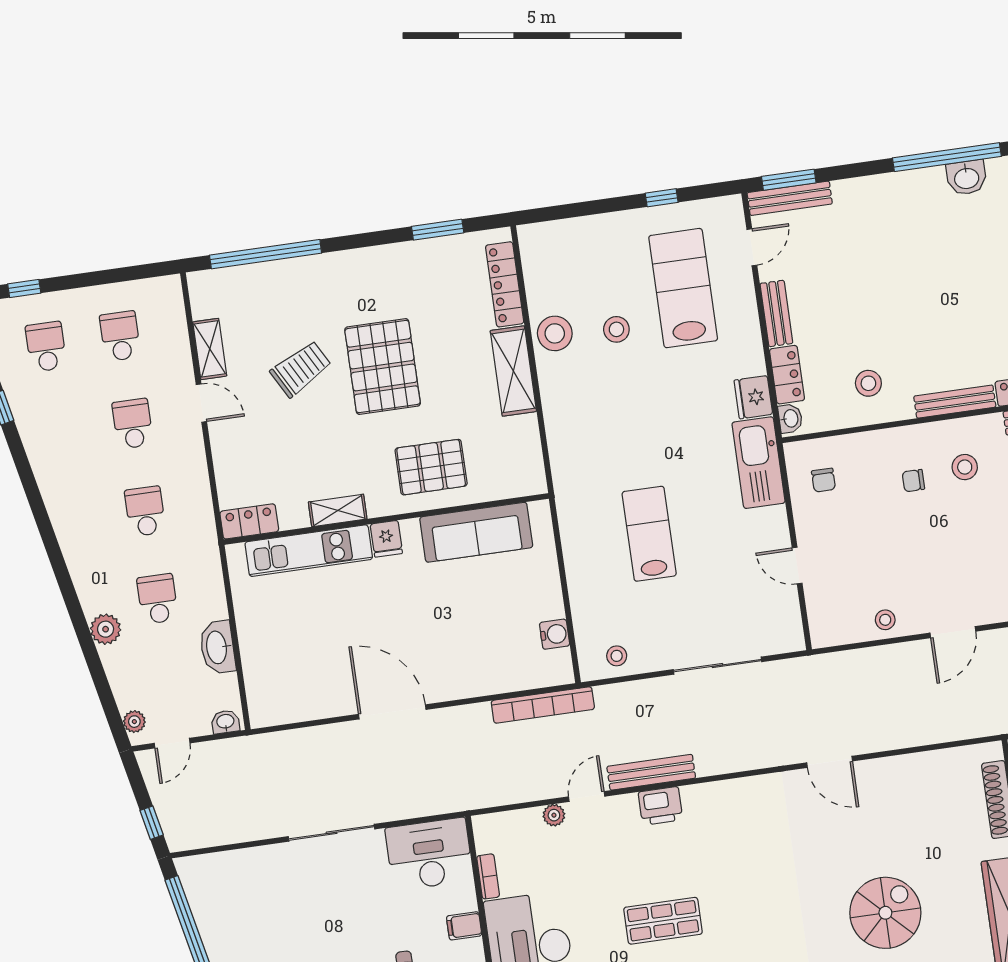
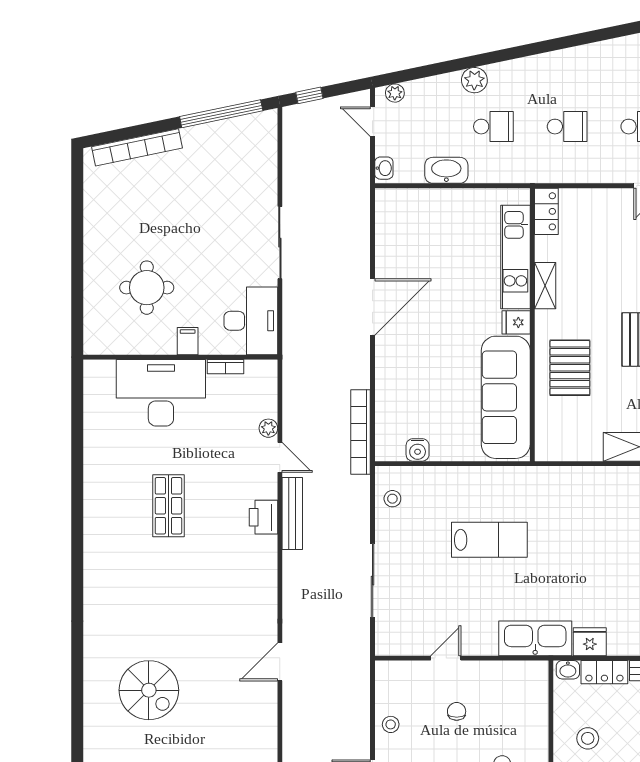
chair: (823, 480) -> (457, 711), moved, turned 90
sofa: (476, 532) -> (506, 397), width x1.36, depth x1.27

